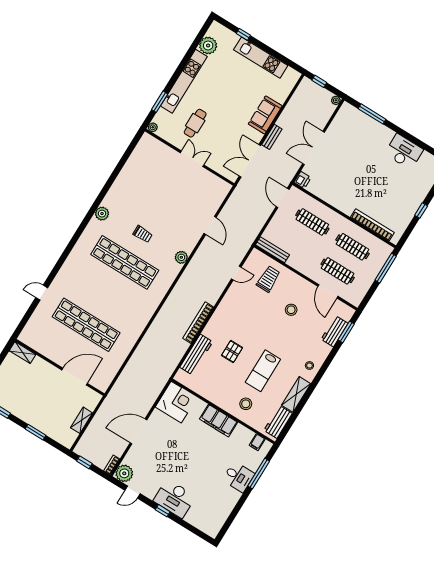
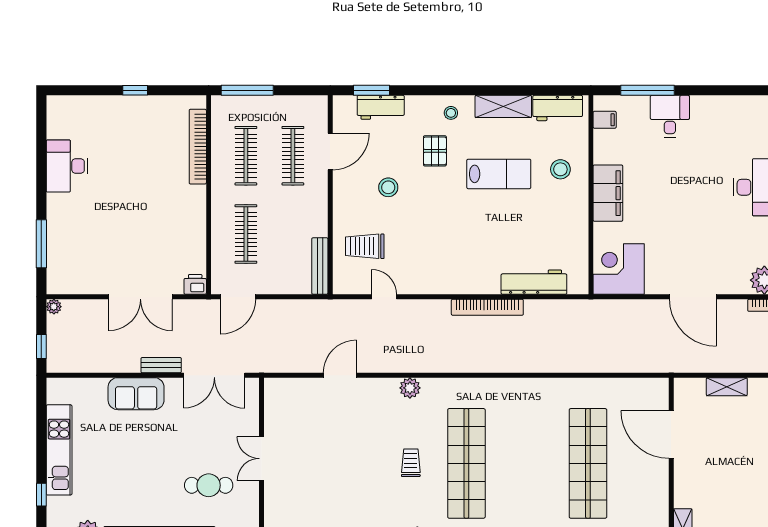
pallet: (232, 352) -> (435, 151), moved, turned 90

